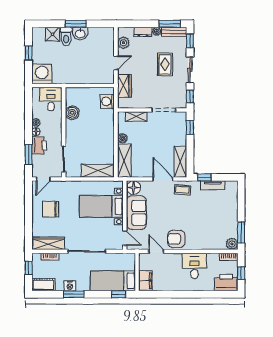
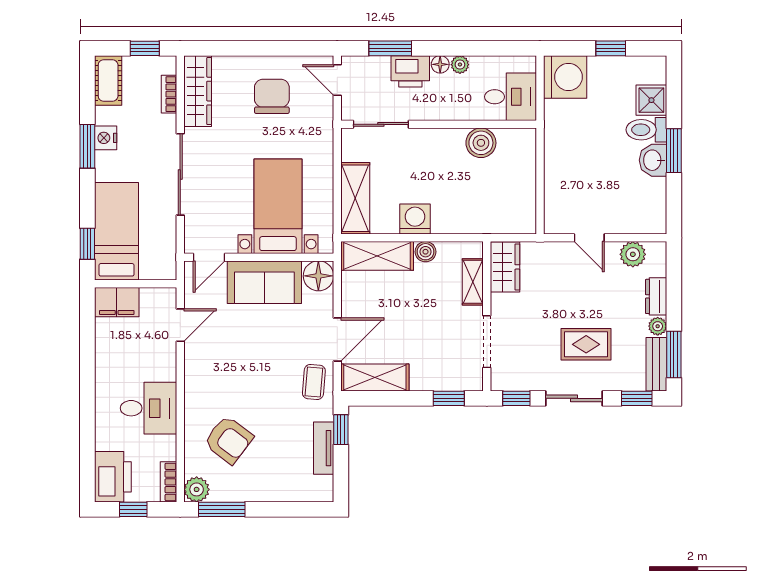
wardrobe: (124, 86) -> (505, 267), moved, turned -90
washing machine: (107, 101) -> (415, 219), moved
armchair: (176, 239) -> (229, 440), moved, turned 127

